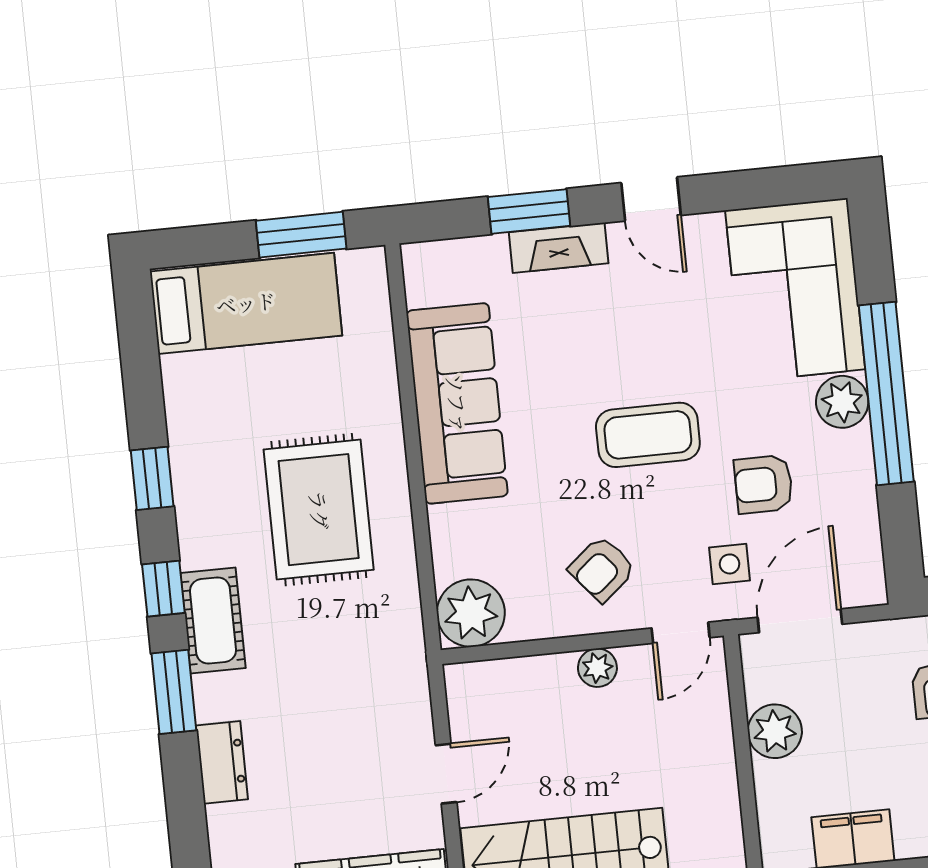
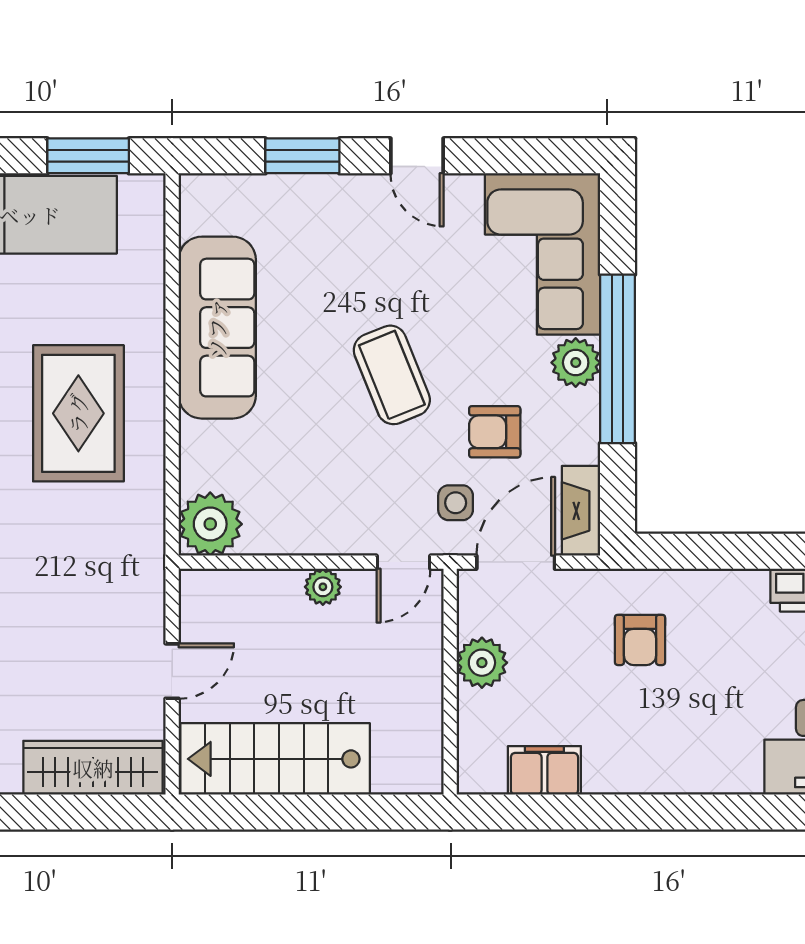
fireplace: (559, 248) -> (581, 511), moved, turned 90
coffee table: (648, 435) -> (392, 375), turned 68
armchair: (602, 569) -> (336, 495), removed

